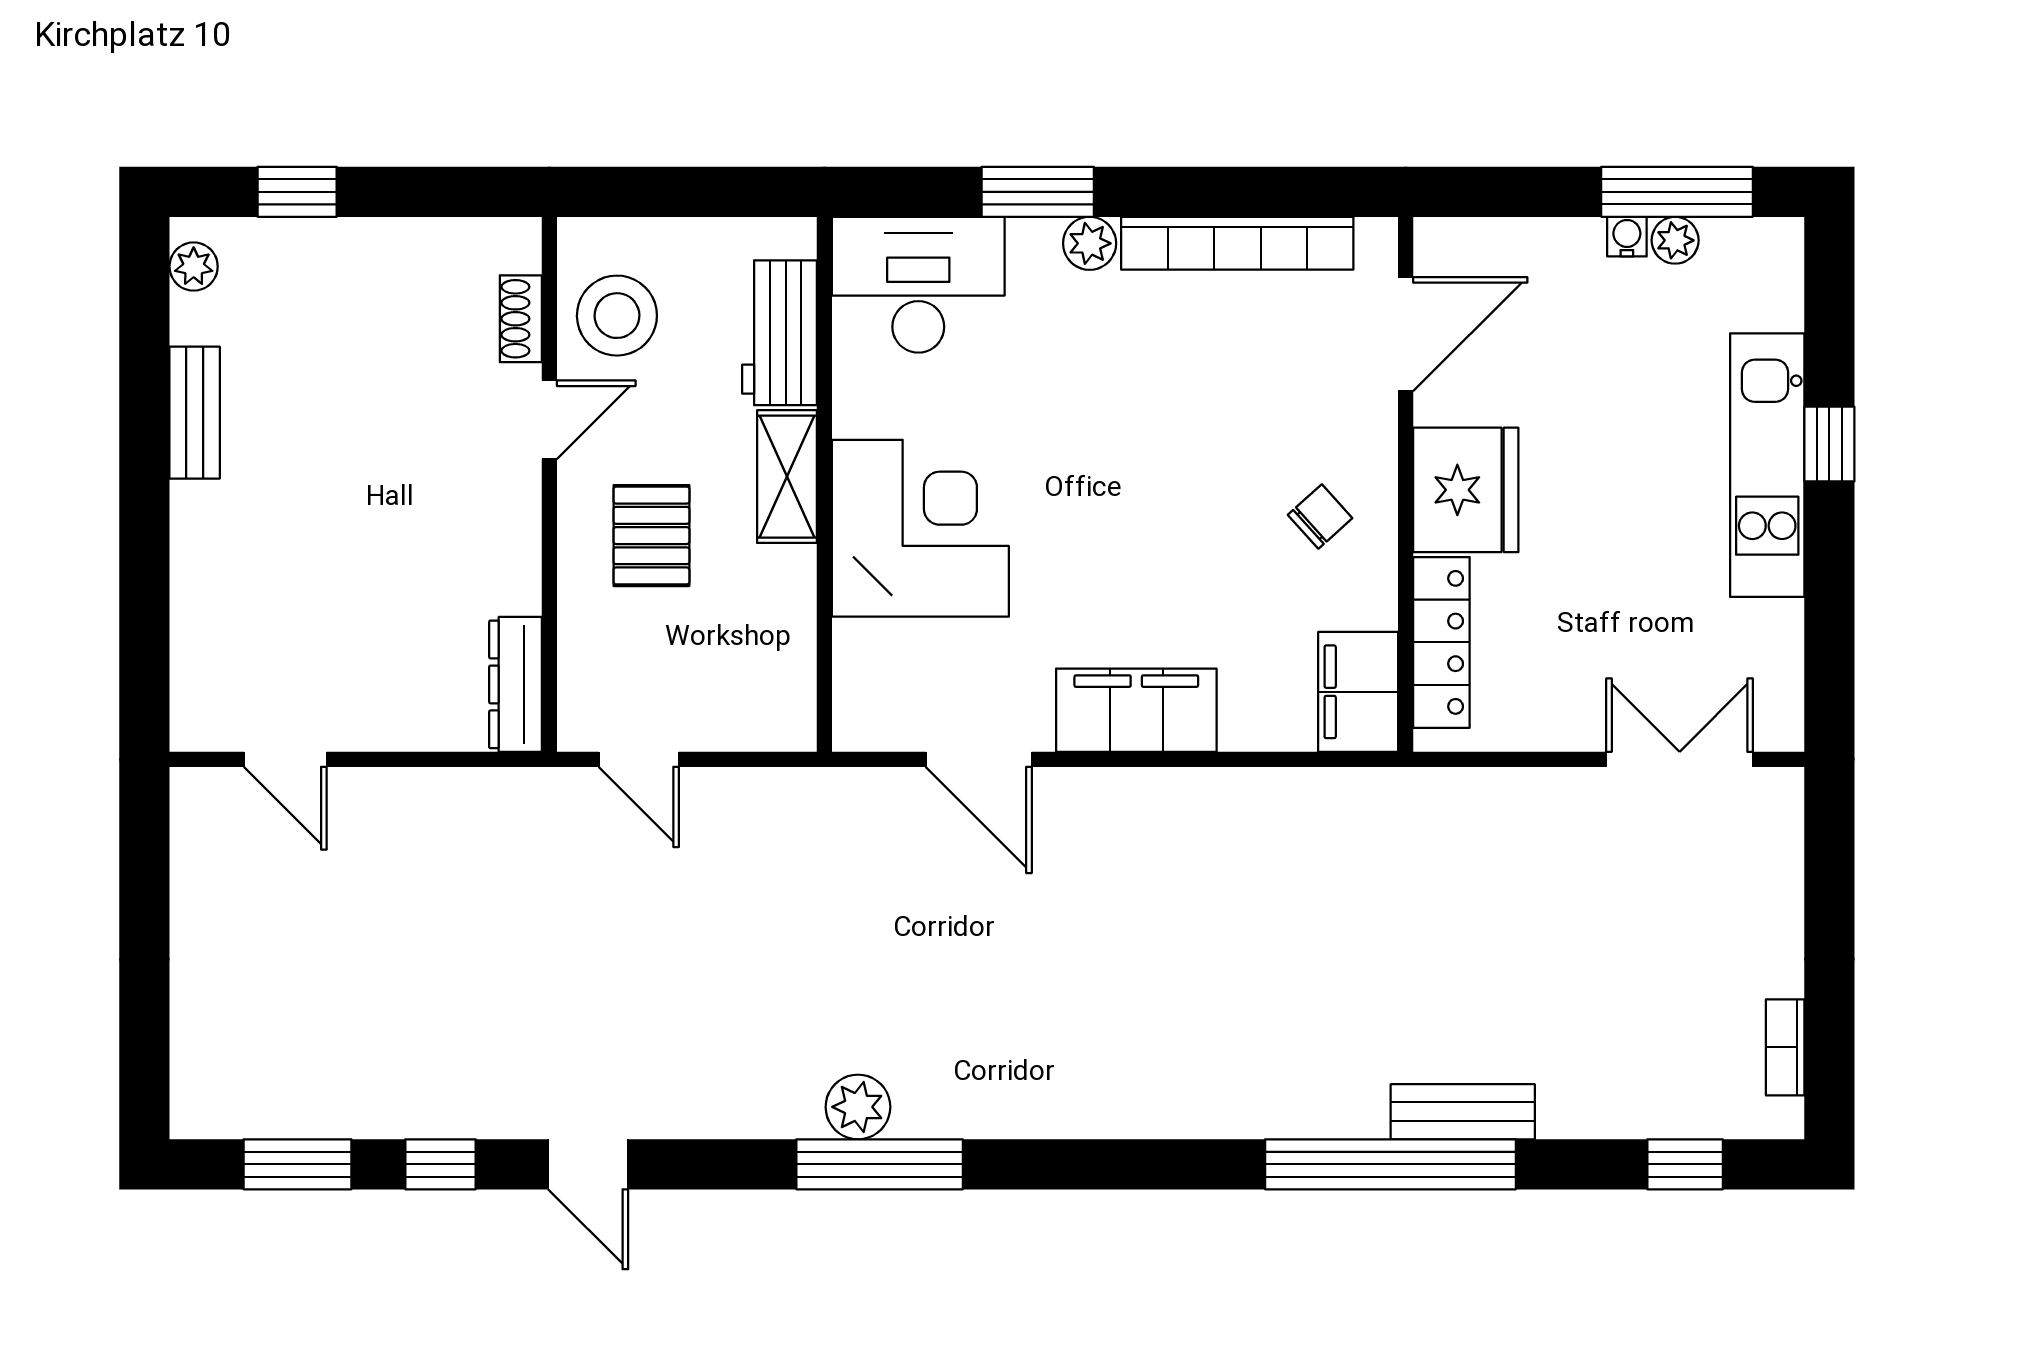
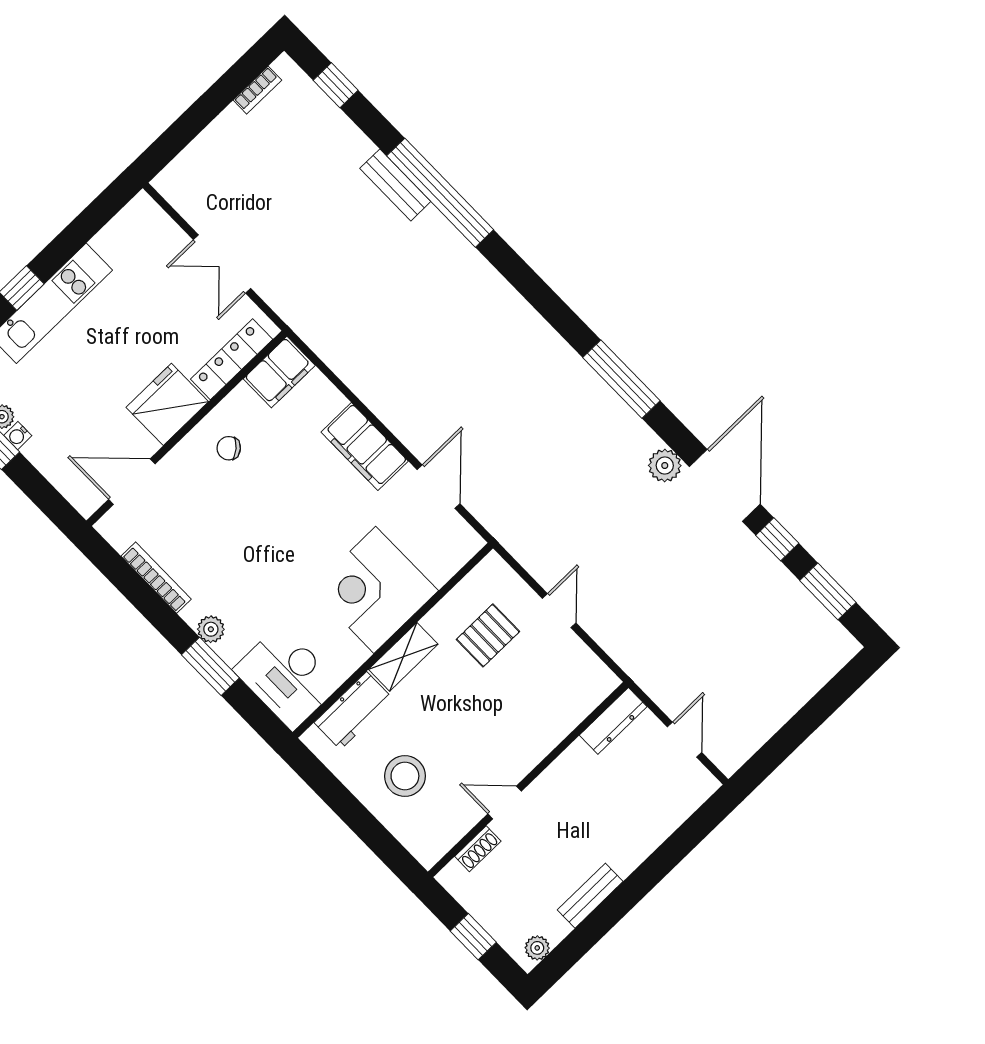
bookcase: (1237, 243) -> (156, 578), width x0.68, depth x0.76
shoe rack: (521, 319) -> (478, 849), moved
door: (549, 420) -> (505, 802), moved
wall: (549, 484) -> (528, 780), moved
pallet: (651, 536) -> (488, 635), moved
dresser: (516, 684) -> (613, 721), moved
double door: (1680, 759) -> (222, 264), moved
plant: (858, 1107) -> (665, 466), moved
door: (588, 1164) -> (725, 485), width x1.88

